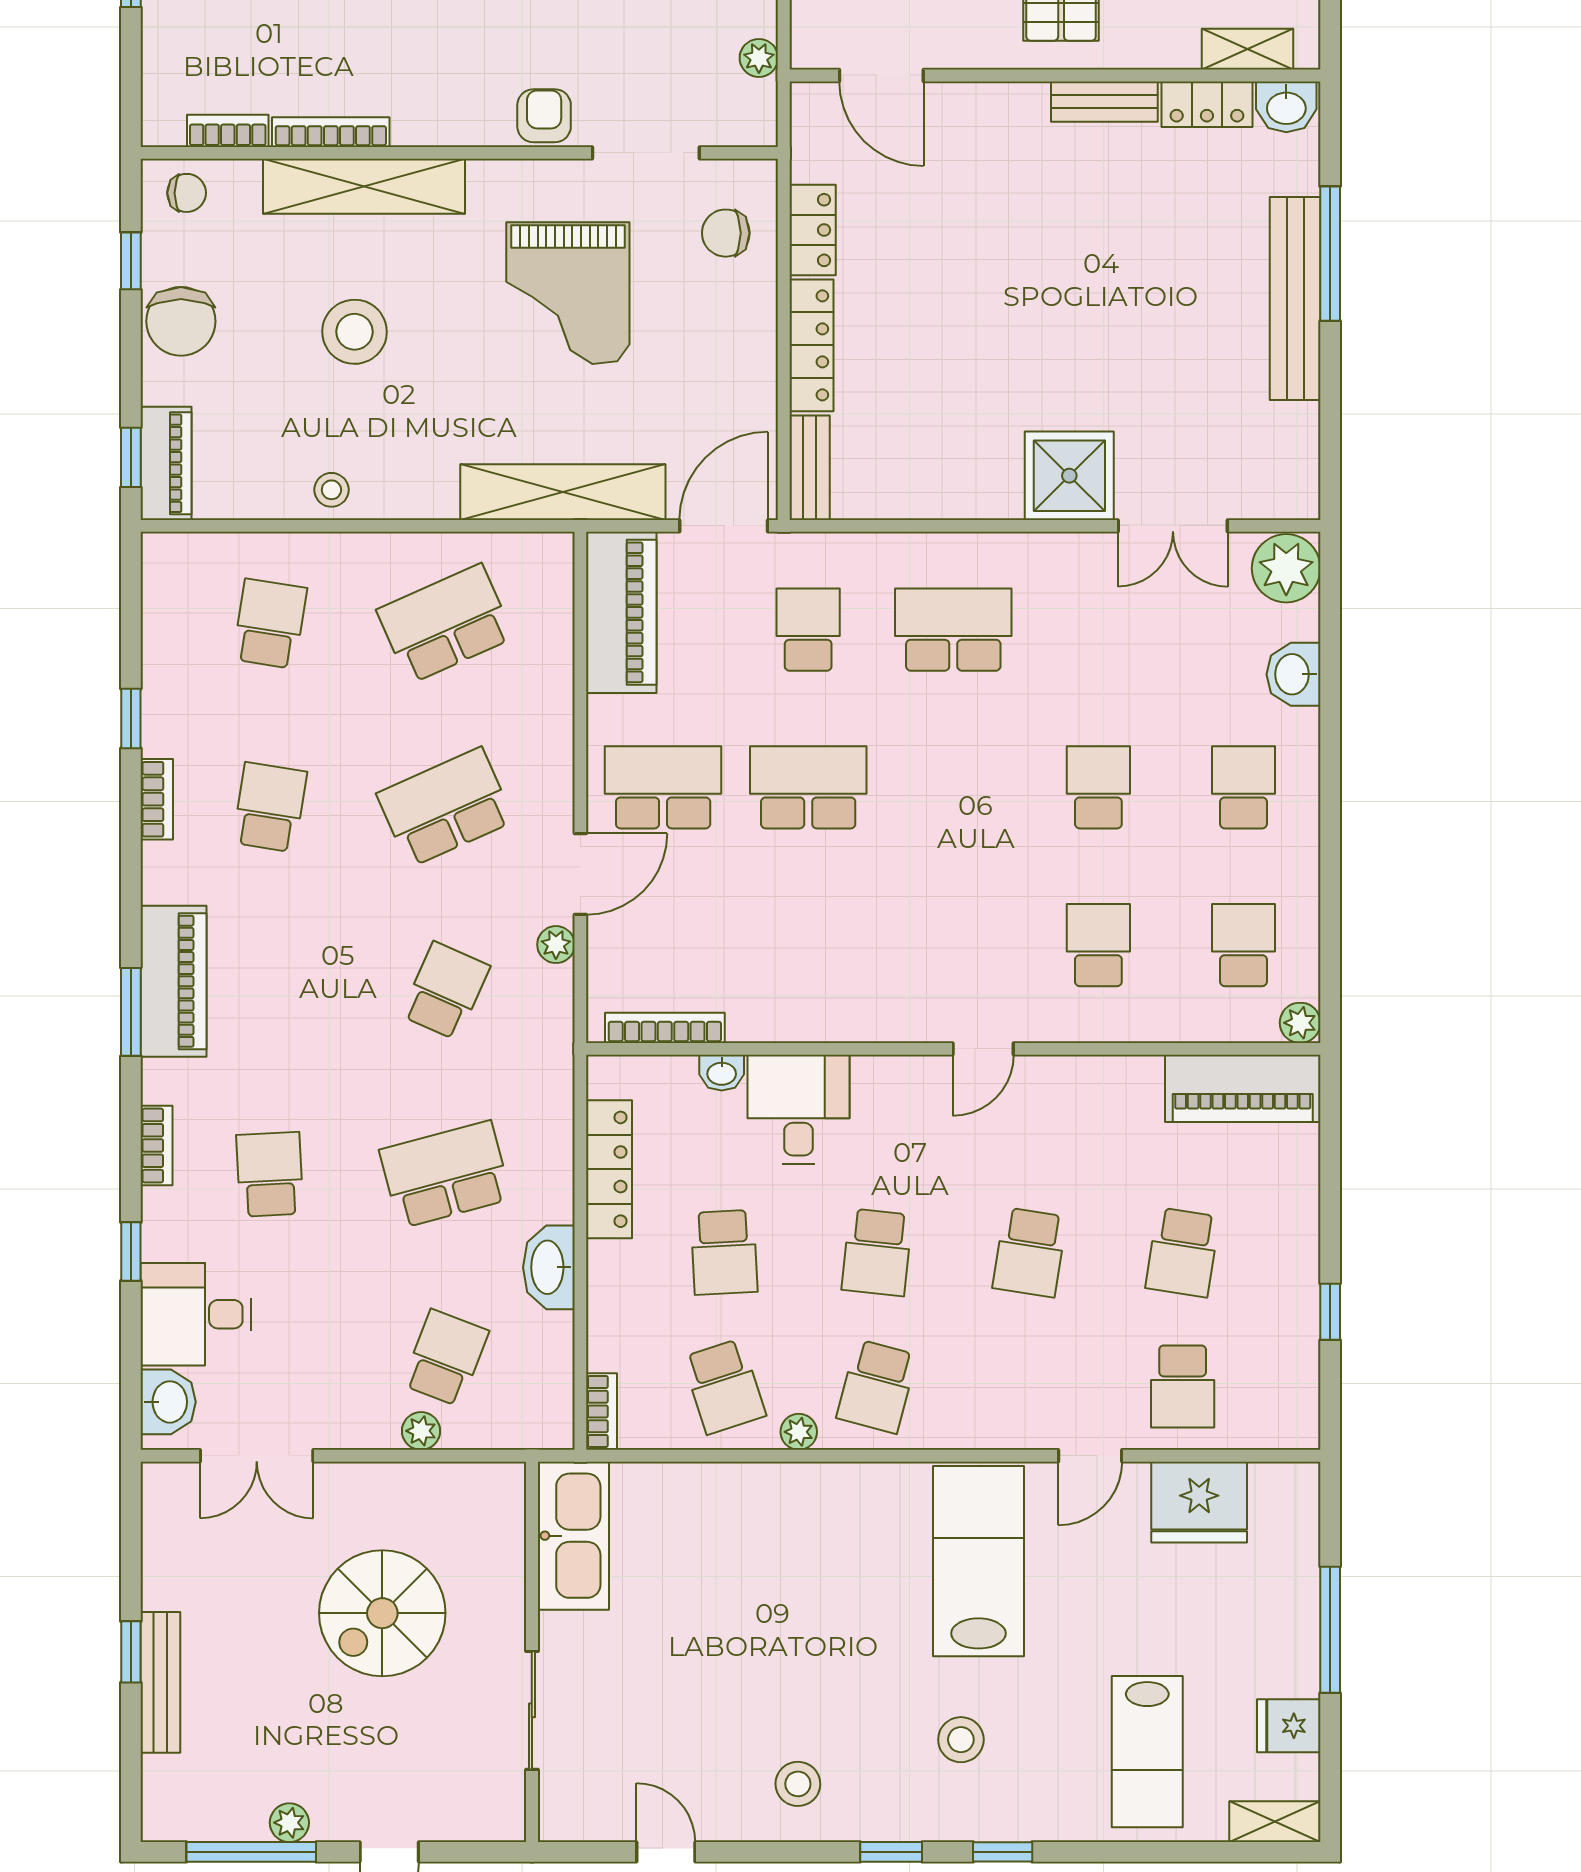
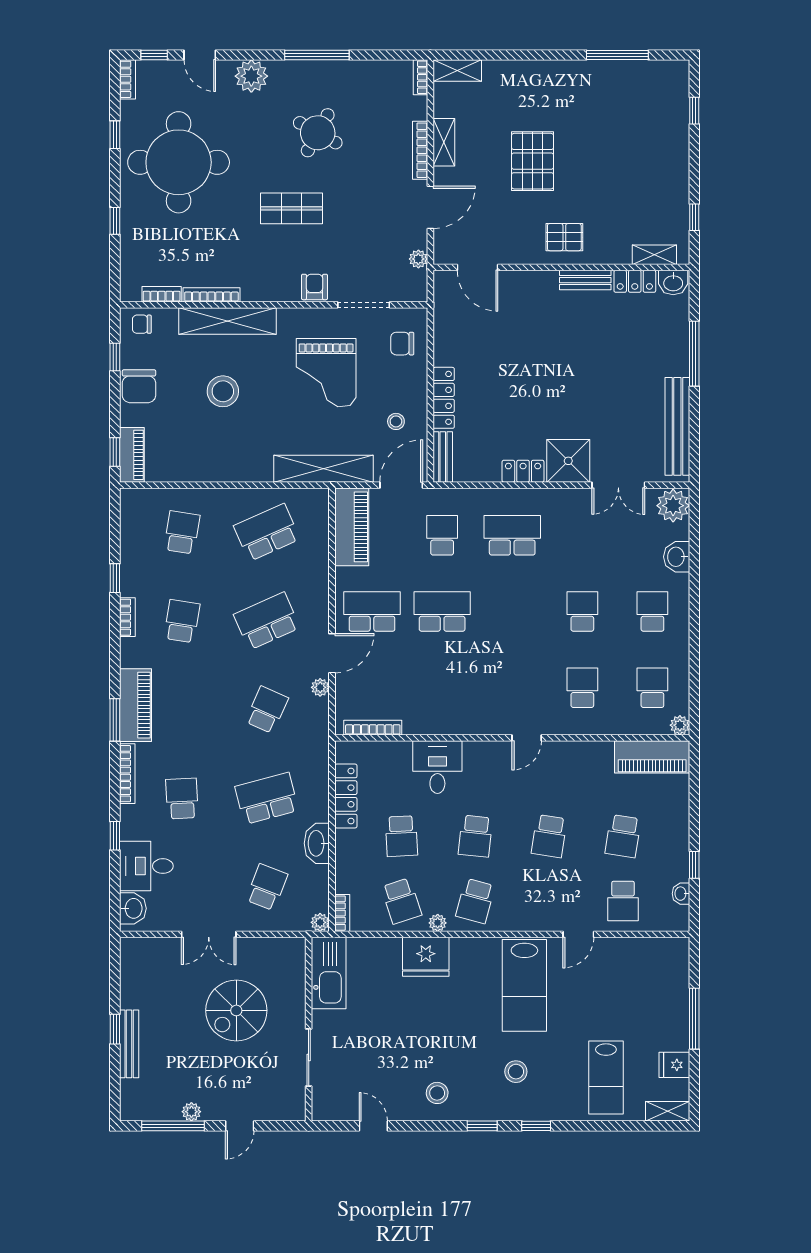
chair: (187, 193) -> (142, 324), turned 180
locker: (813, 230) -> (523, 471), moved, turned -90
bench: (1295, 298) -> (677, 426), moved
stool: (331, 490) -> (396, 421), moved
washbasin: (722, 1073) -> (681, 894), moved, turned 90
bookcase: (157, 1146) -> (127, 774), width x1.56
plant: (421, 1431) -> (320, 922), moved
double door: (257, 1456) -> (209, 934), moved
fridge: (1199, 1502) -> (426, 957), moved
lab bench: (978, 1561) -> (524, 985), turned 180

